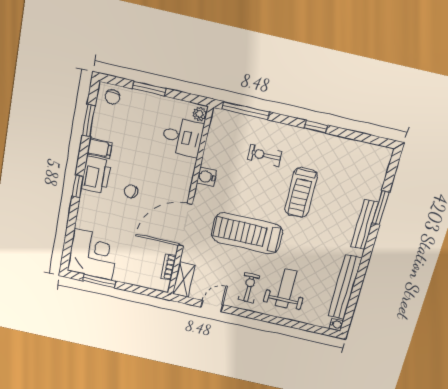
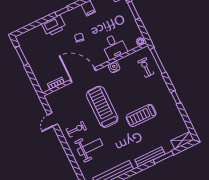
desk: (182, 137) -> (114, 46), moved
exercise bike: (265, 155) -> (146, 68), moved
printer: (96, 175) -> (54, 26), moved
corner desk: (93, 254) -> (33, 43), removed
shelving: (184, 280) -> (182, 140), moved
door: (212, 306) -> (53, 119), swing flipped

